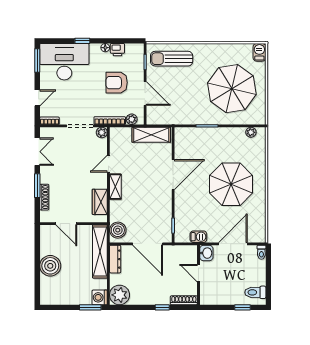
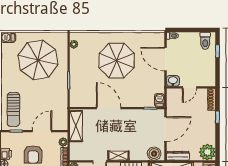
barbecue: (198, 237) -> (160, 100), moved

